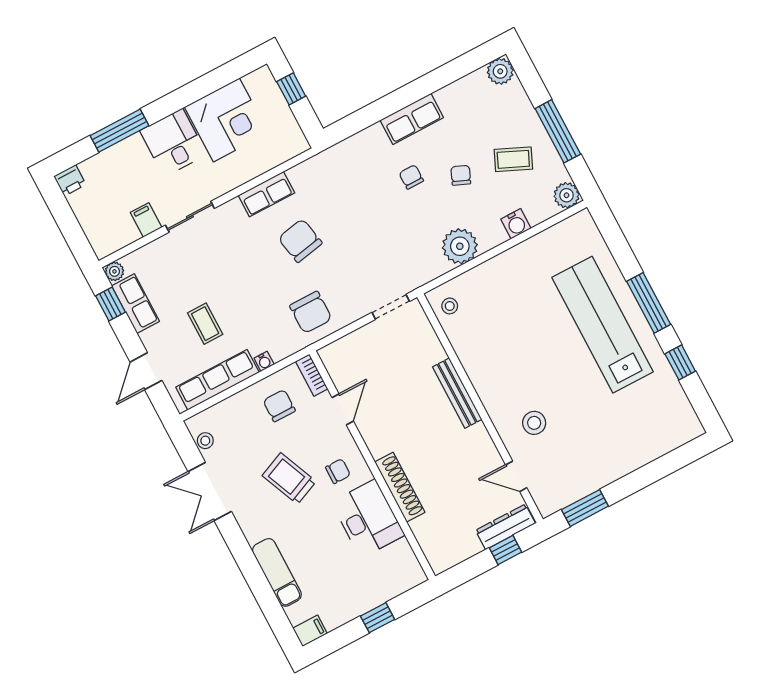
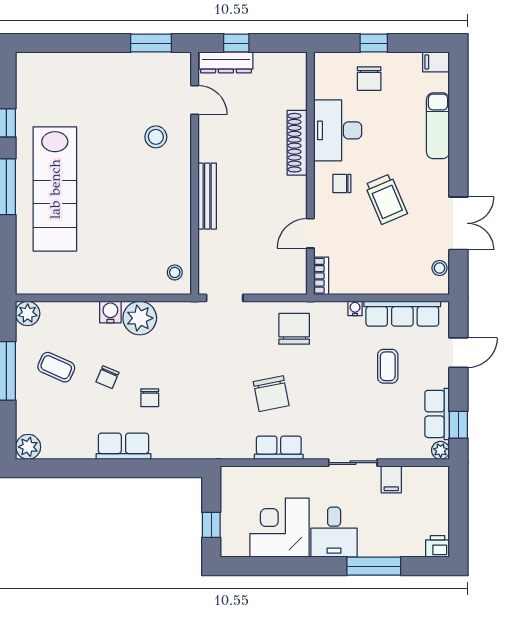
water cooler: (516, 224) -> (110, 312), moved
chair: (279, 406) -> (369, 79), moved

